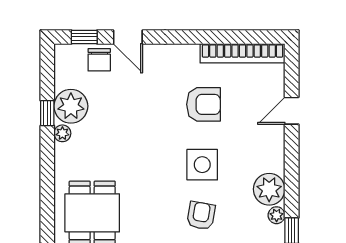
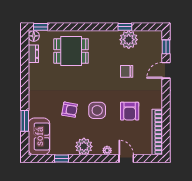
chair: (99, 60) -> (127, 71), moved
plant: (62, 133) -> (114, 35), removed
plant: (277, 215) -> (107, 150), moved

